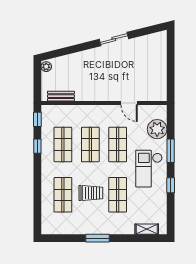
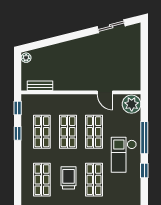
sliding door: (114, 39) -> (111, 26), moved
plant: (157, 129) -> (132, 104), moved
window: (171, 151) -> (144, 138), width x1.44
trolley: (91, 193) -> (68, 178), turned -90

